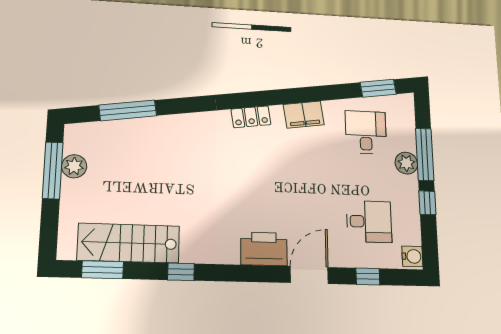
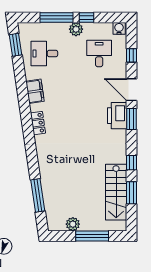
plant: (406, 163) -> (76, 29), moved
window: (53, 170) -> (92, 236), moved
window: (103, 270) -> (131, 193), moved
window: (258, 274) -> (131, 119), added

